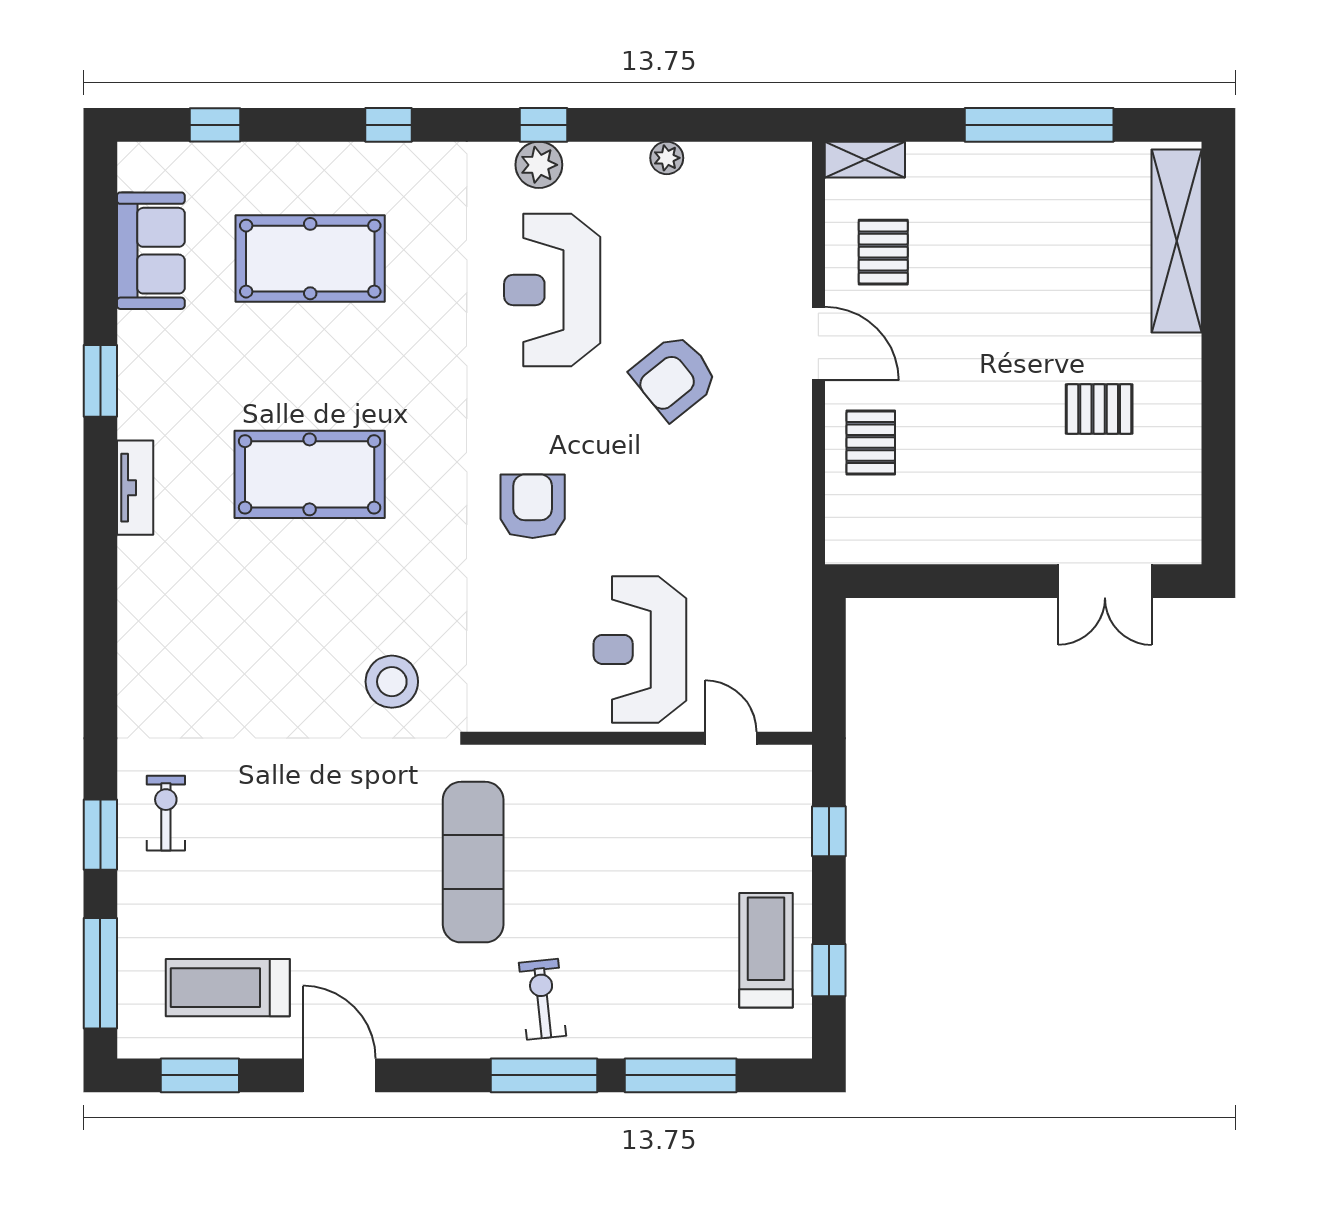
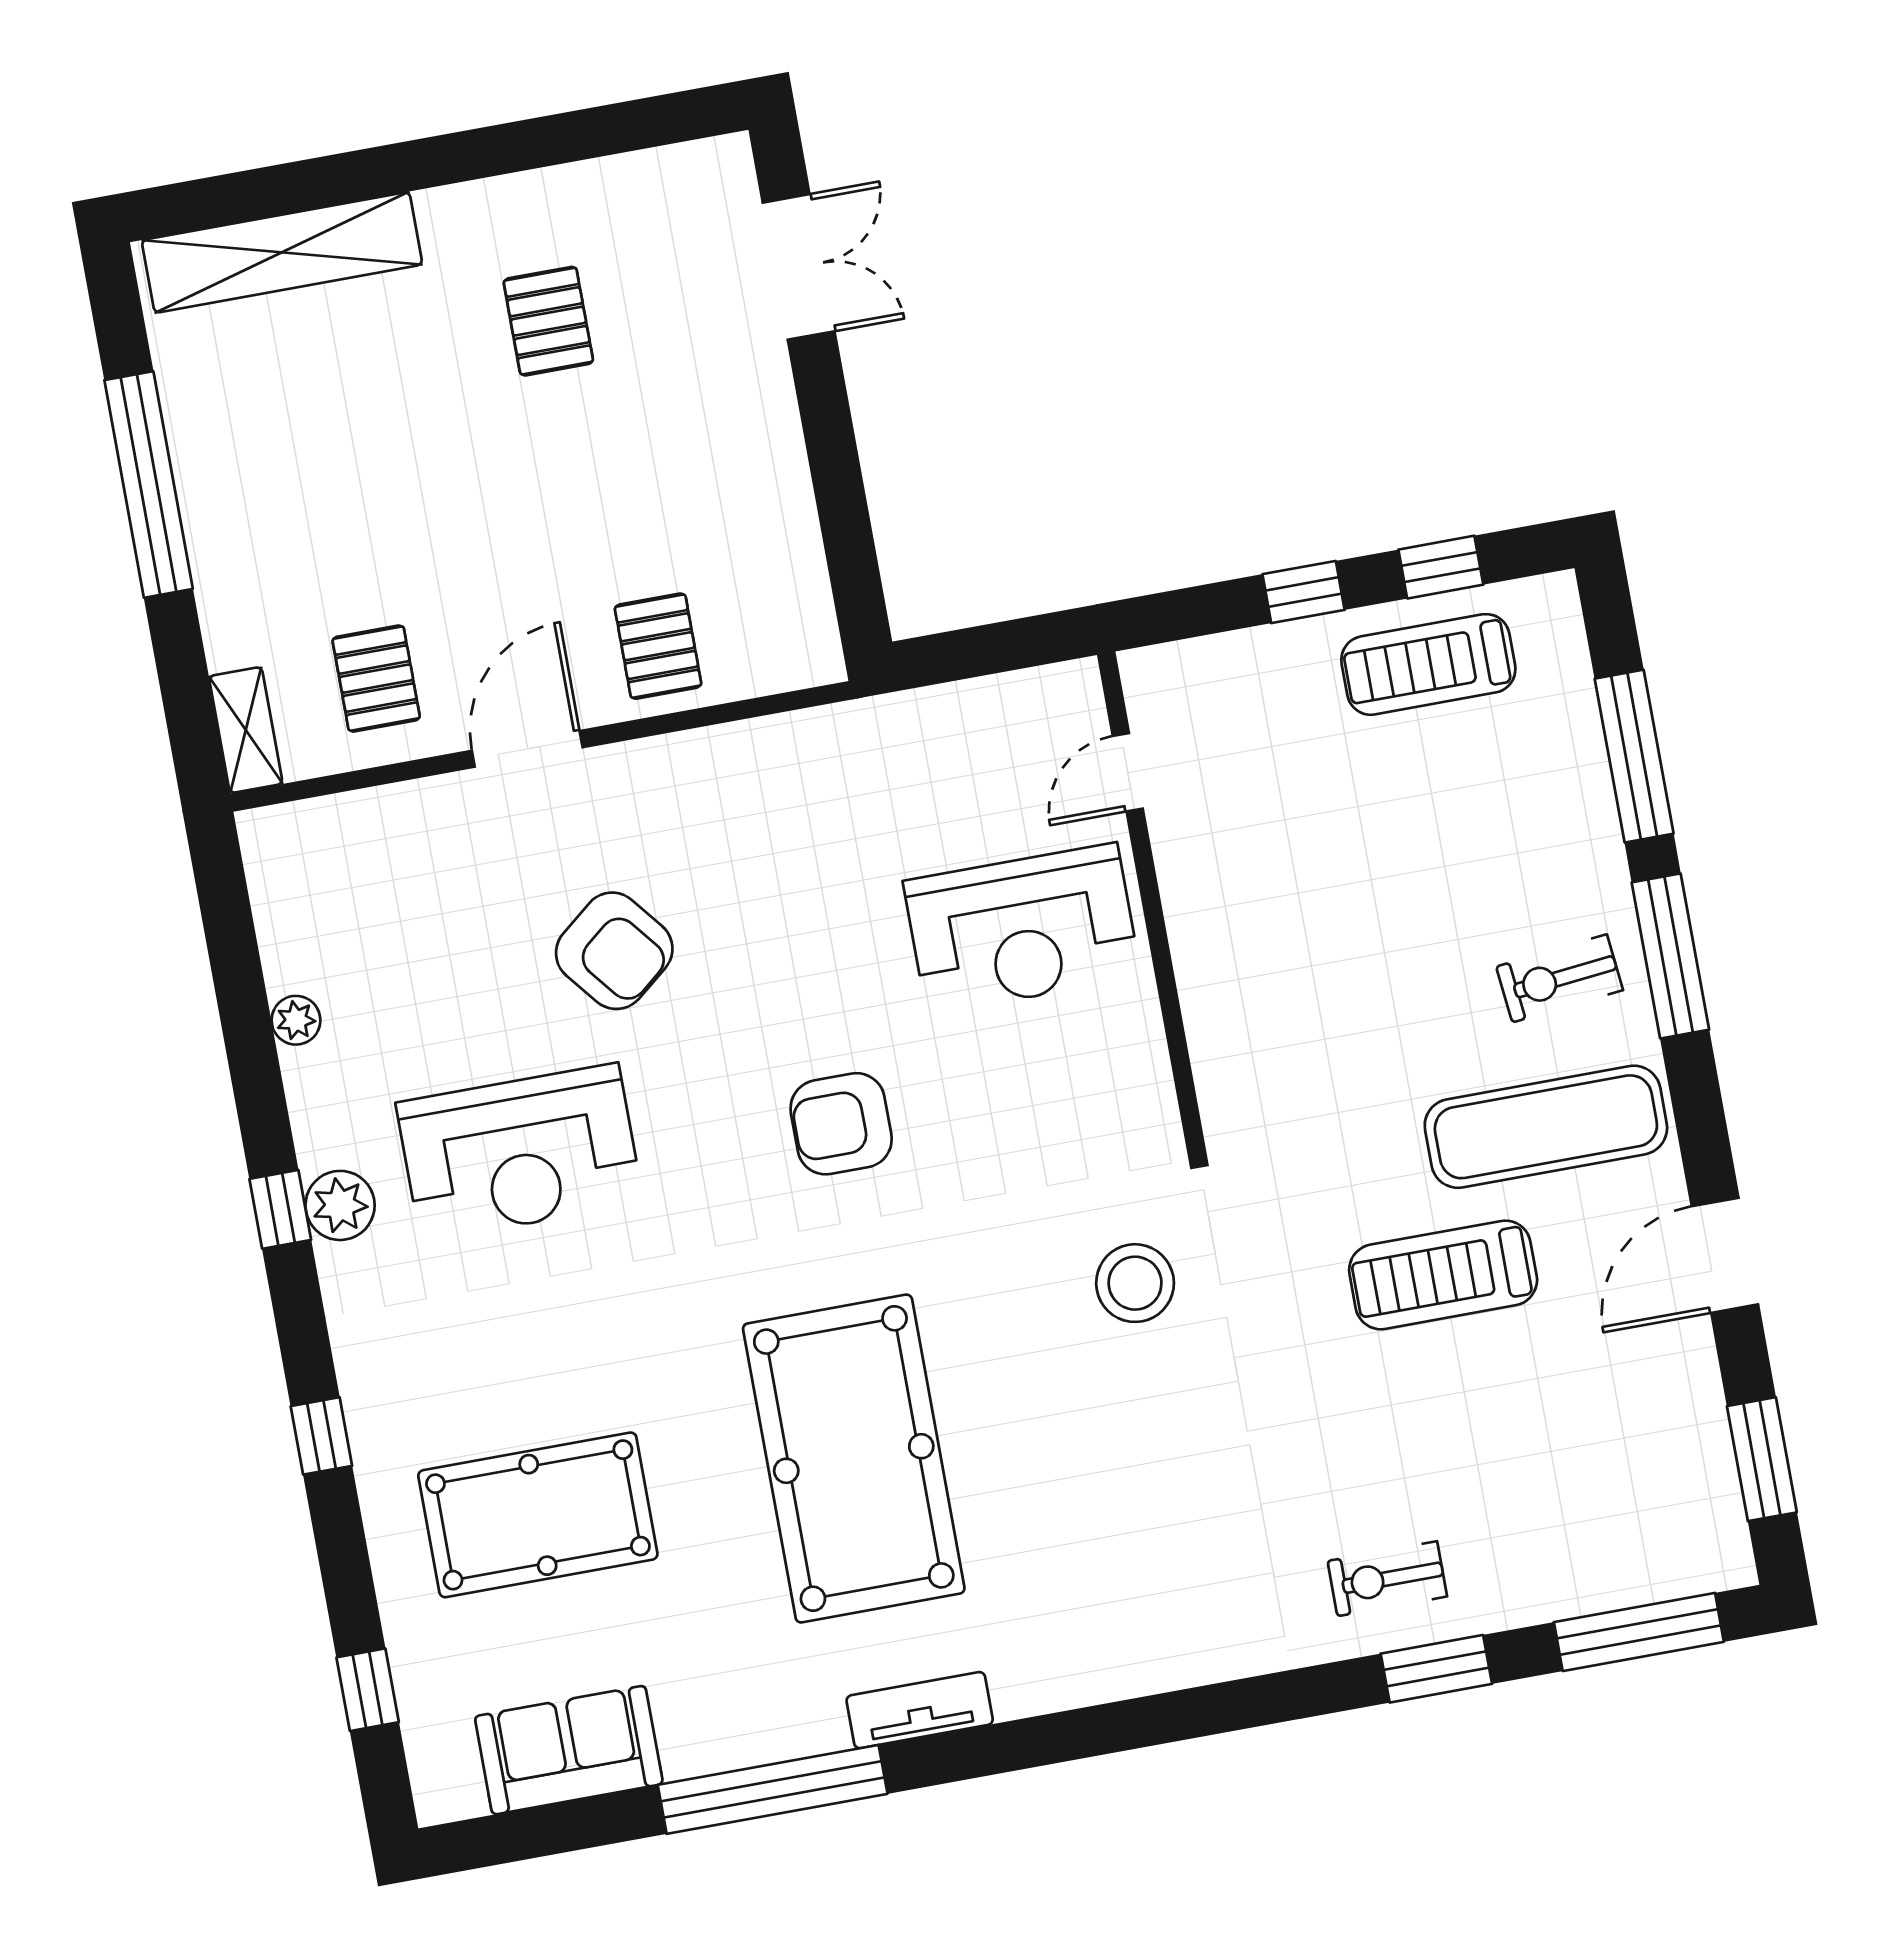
pallet: (883, 252) -> (376, 679), turned 90
pool table: (310, 259) -> (538, 1515), turned 90
window: (100, 381) -> (773, 1789), width x2.11
pallet: (871, 443) -> (658, 646), turned 90
pool table: (310, 474) -> (854, 1459), width x1.36, depth x1.32
window: (829, 831) -> (1303, 592), moved
exercise mat: (473, 862) -> (1546, 1127), moved
treadmill: (228, 988) -> (1443, 1275), moved, turned 90

